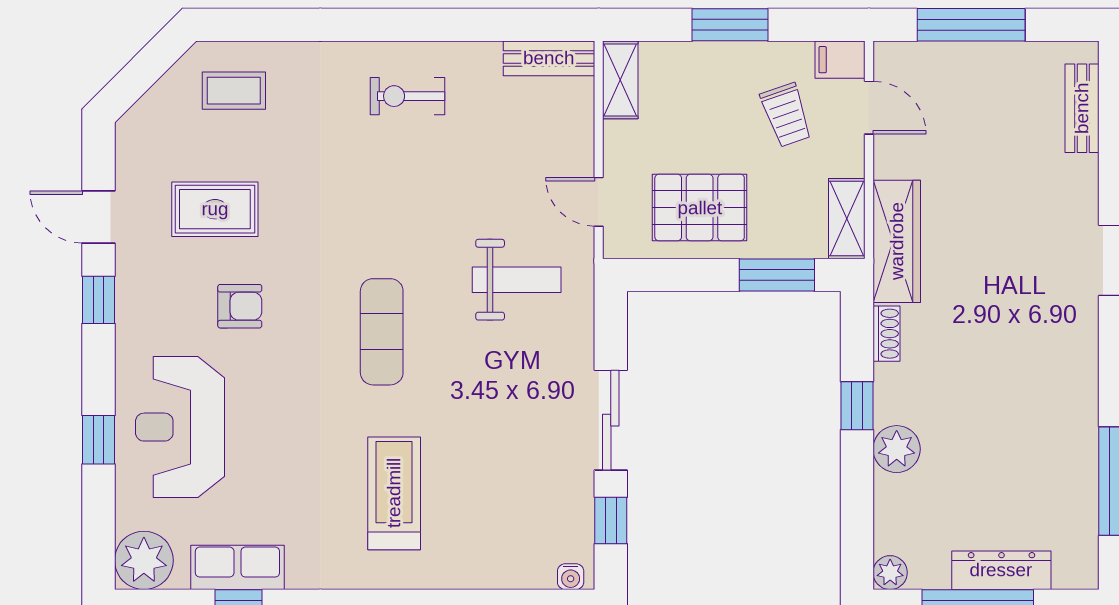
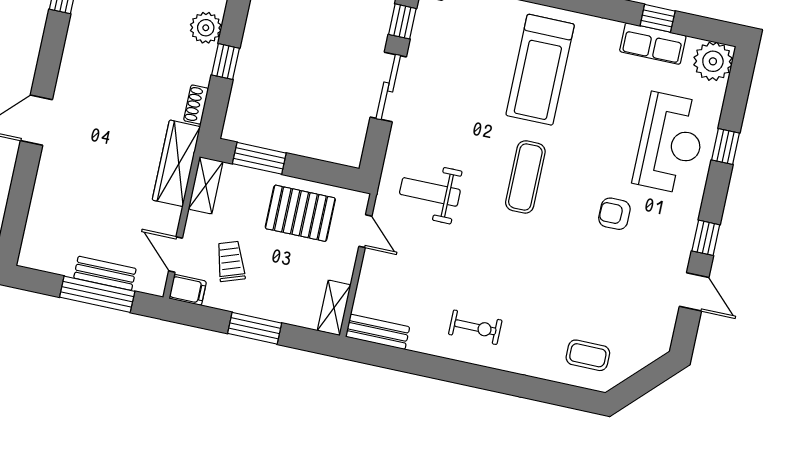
bench: (1082, 108) -> (105, 273), moved, turned 90
rug: (215, 209) -> (617, 281), removed
treadmill: (394, 493) -> (540, 70), width x1.37, depth x1.38

